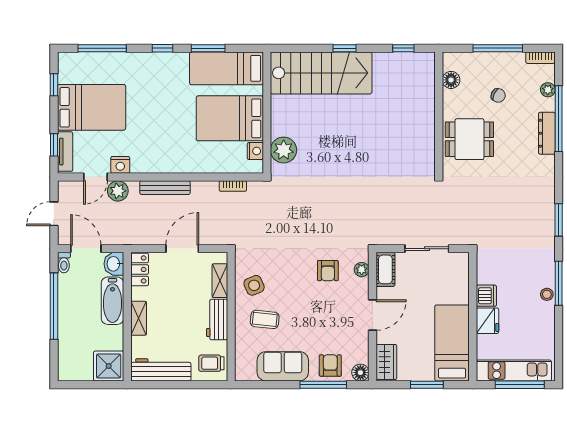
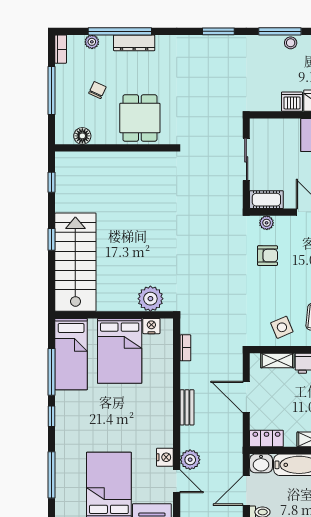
window: (208, 48) -> (52, 372), width x1.44
bench: (165, 188) -> (187, 407), width x0.73

